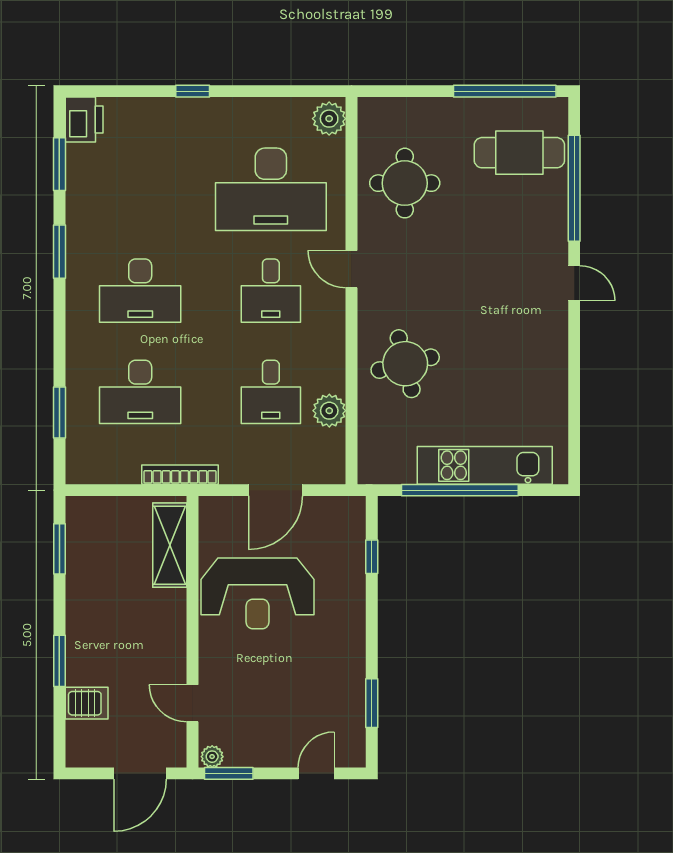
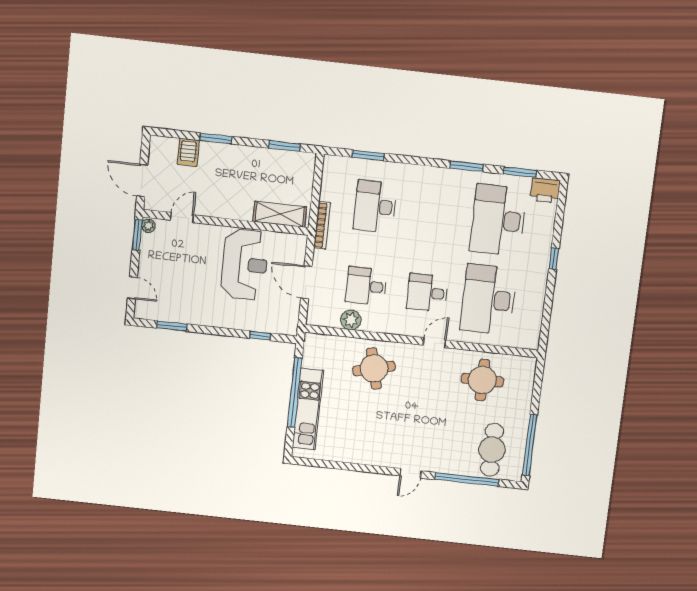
plant: (329, 119) -> (527, 339), removed
desk: (140, 291) -> (498, 220), moved, width x1.36, depth x1.30
reception desk: (257, 593) -> (245, 264), turned 180

